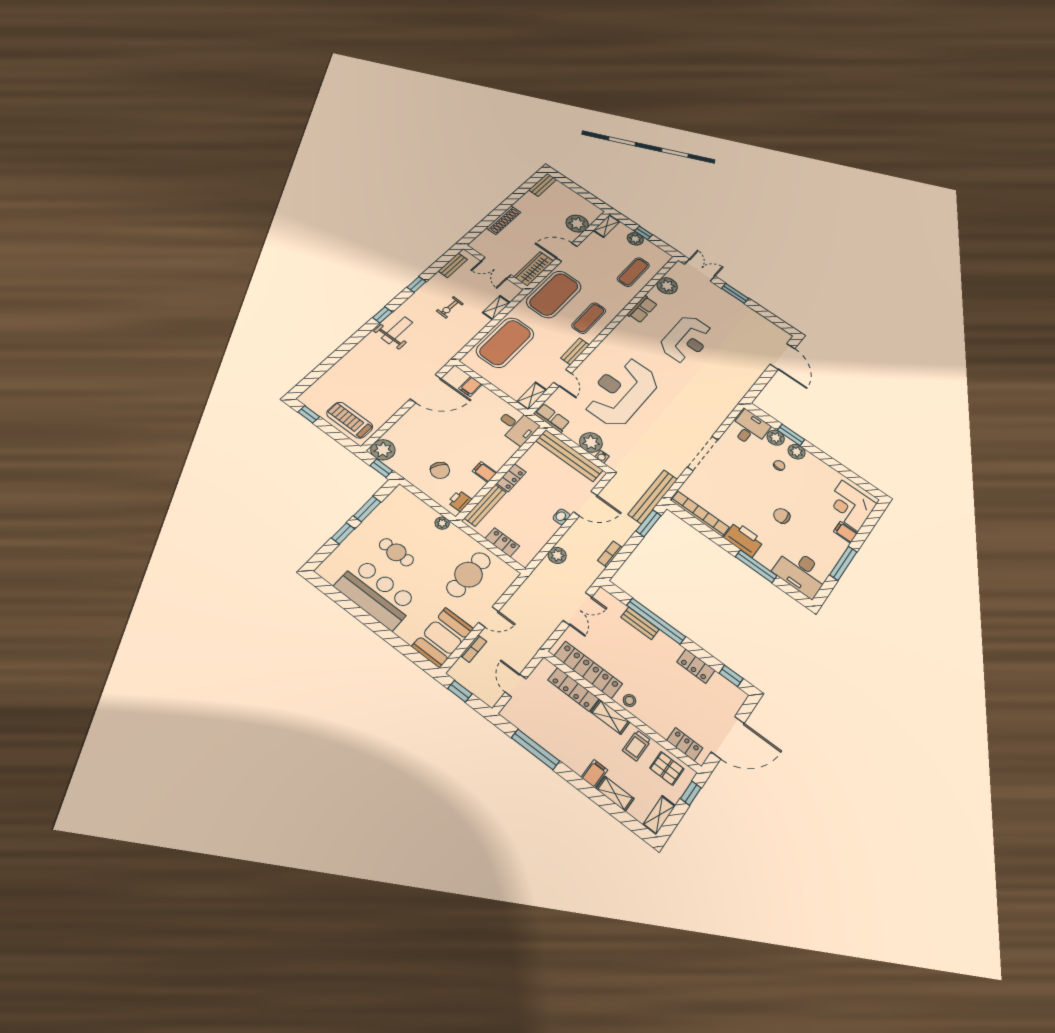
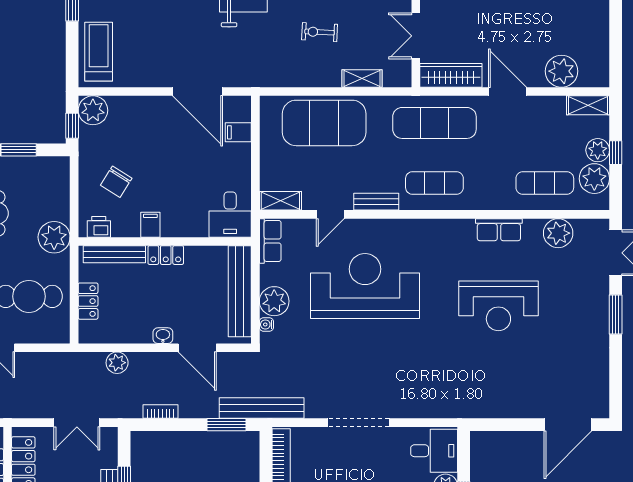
plant: (650, 251) -> (594, 179), added
exercise mat: (554, 294) -> (434, 123), width x0.68
plant: (442, 523) -> (54, 237), width x1.87, depth x1.87

